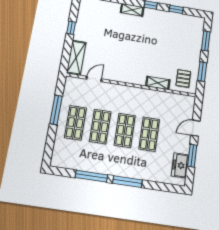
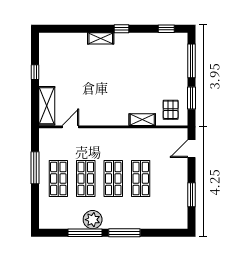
window: (176, 9) -> (166, 29), moved
window: (206, 41) -> (191, 61), width x1.44
door: (195, 128) -> (191, 149), moved
plant: (100, 165) -> (93, 220), added
freezer: (180, 165) -> (179, 207), removed

